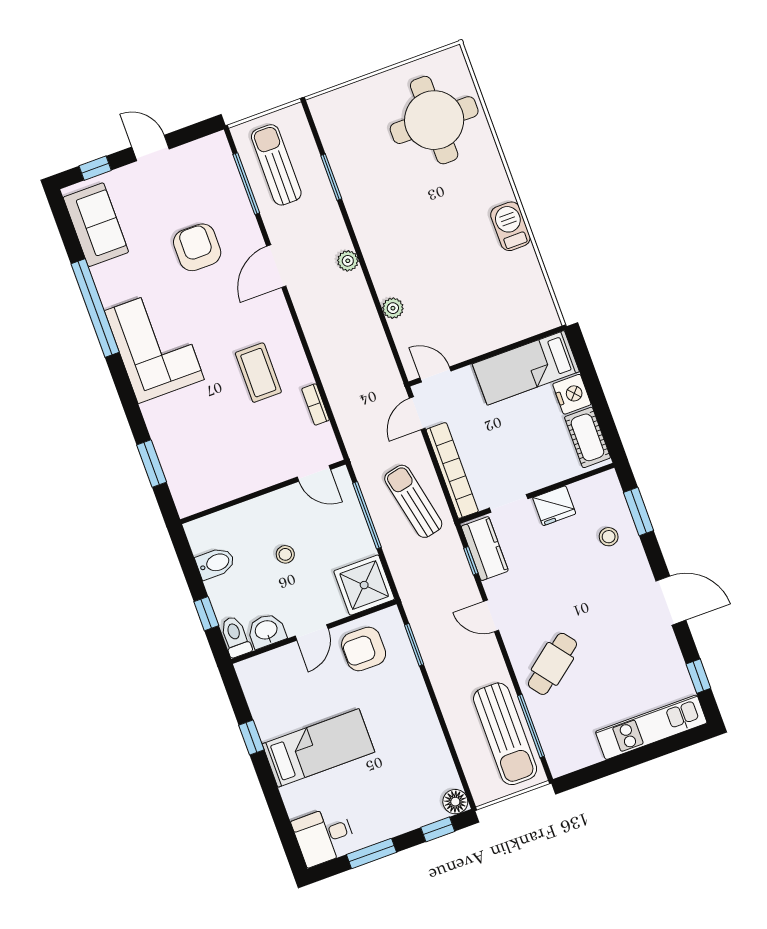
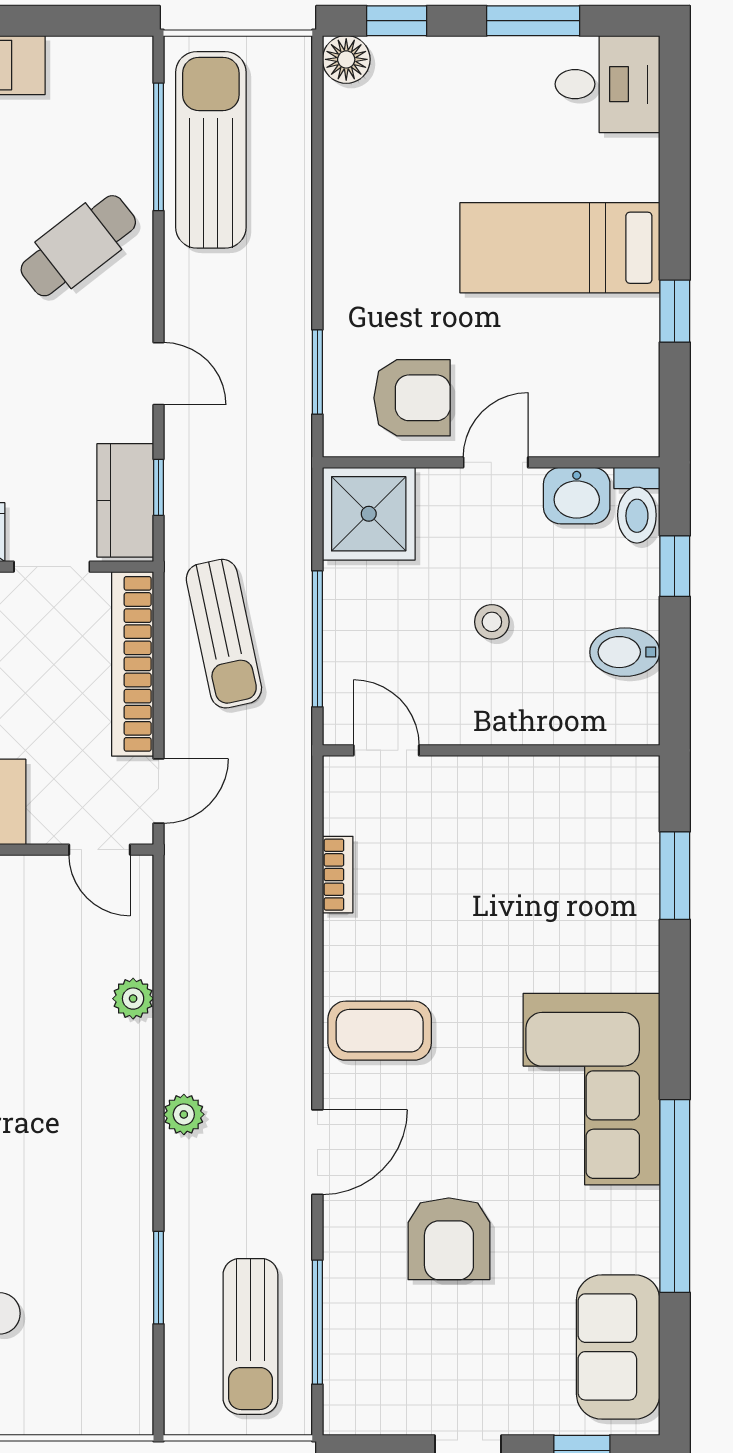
coffee table: (258, 373) -> (380, 1031), moved, turned 90

